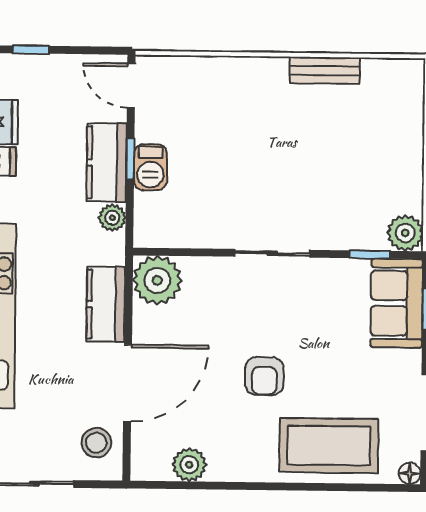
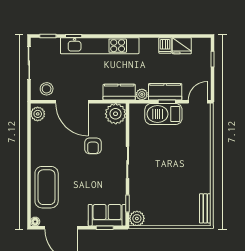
bench: (325, 70) -> (205, 208), moved
barbecue: (150, 167) -> (163, 114), width x1.88, depth x1.53
kitchen counter: (106, 304) -> (119, 92), moved
armchair: (264, 376) -> (93, 146), moved, turned -90
plant: (189, 465) -> (38, 114), moved

